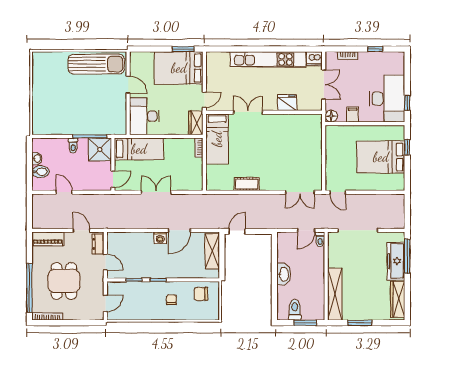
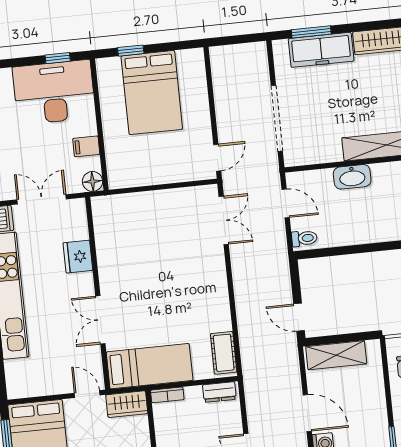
dresser: (197, 179) -> (219, 392), added
cot: (247, 184) -> (224, 353), moved
toilet: (320, 239) -> (304, 238), moved
window: (407, 256) -> (311, 32), width x0.69
washbasin: (284, 274) -> (352, 177), moved, turned 180

